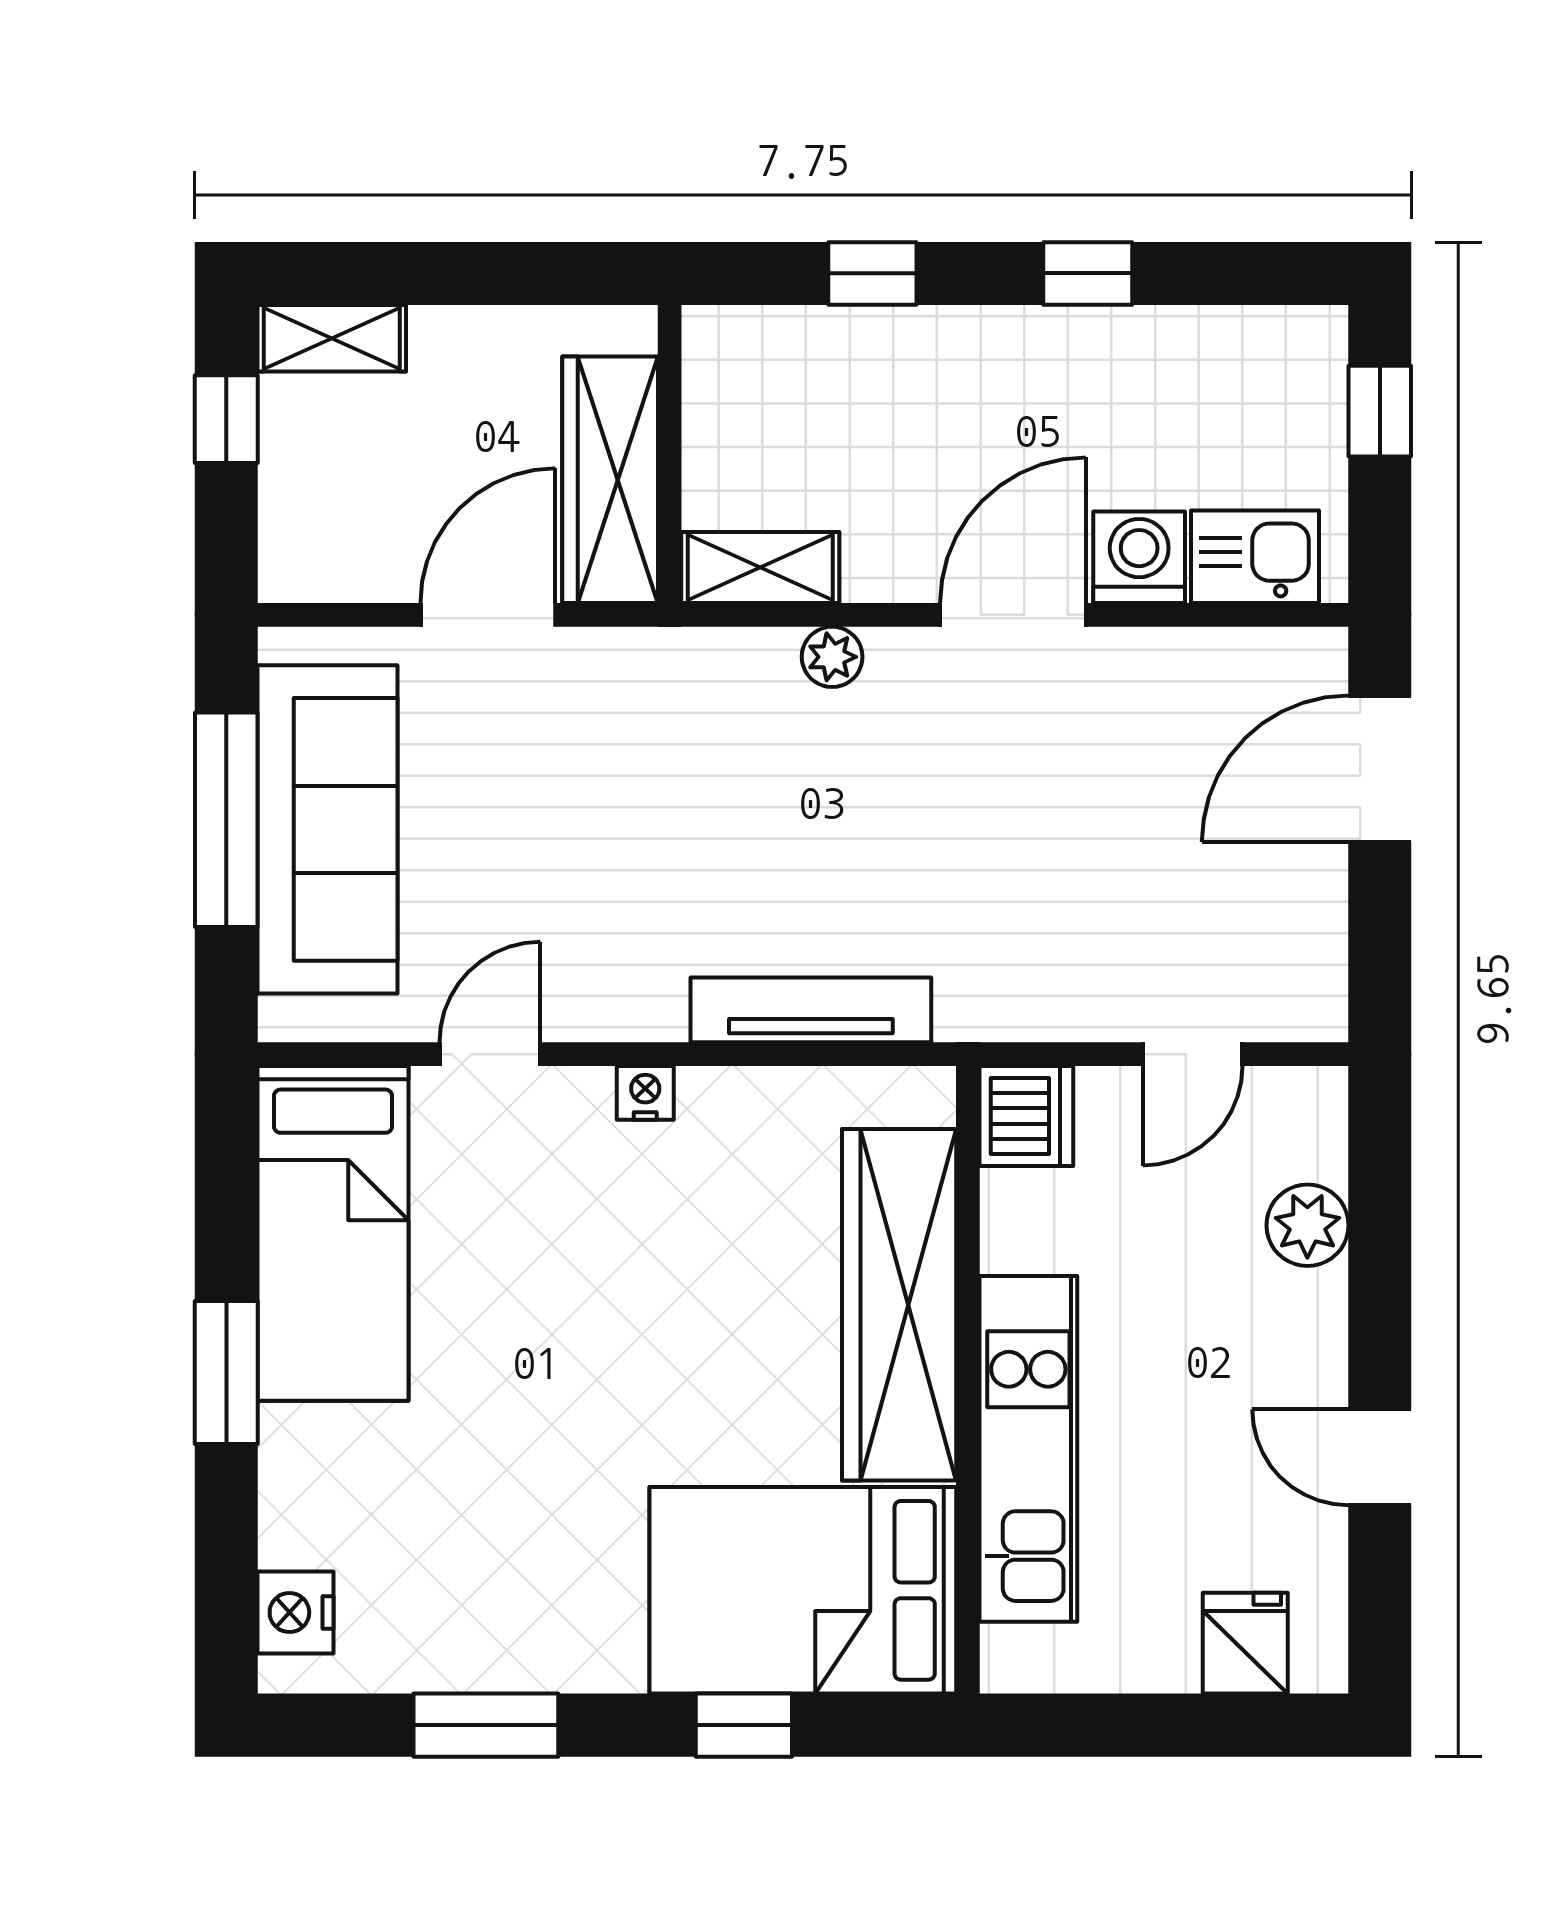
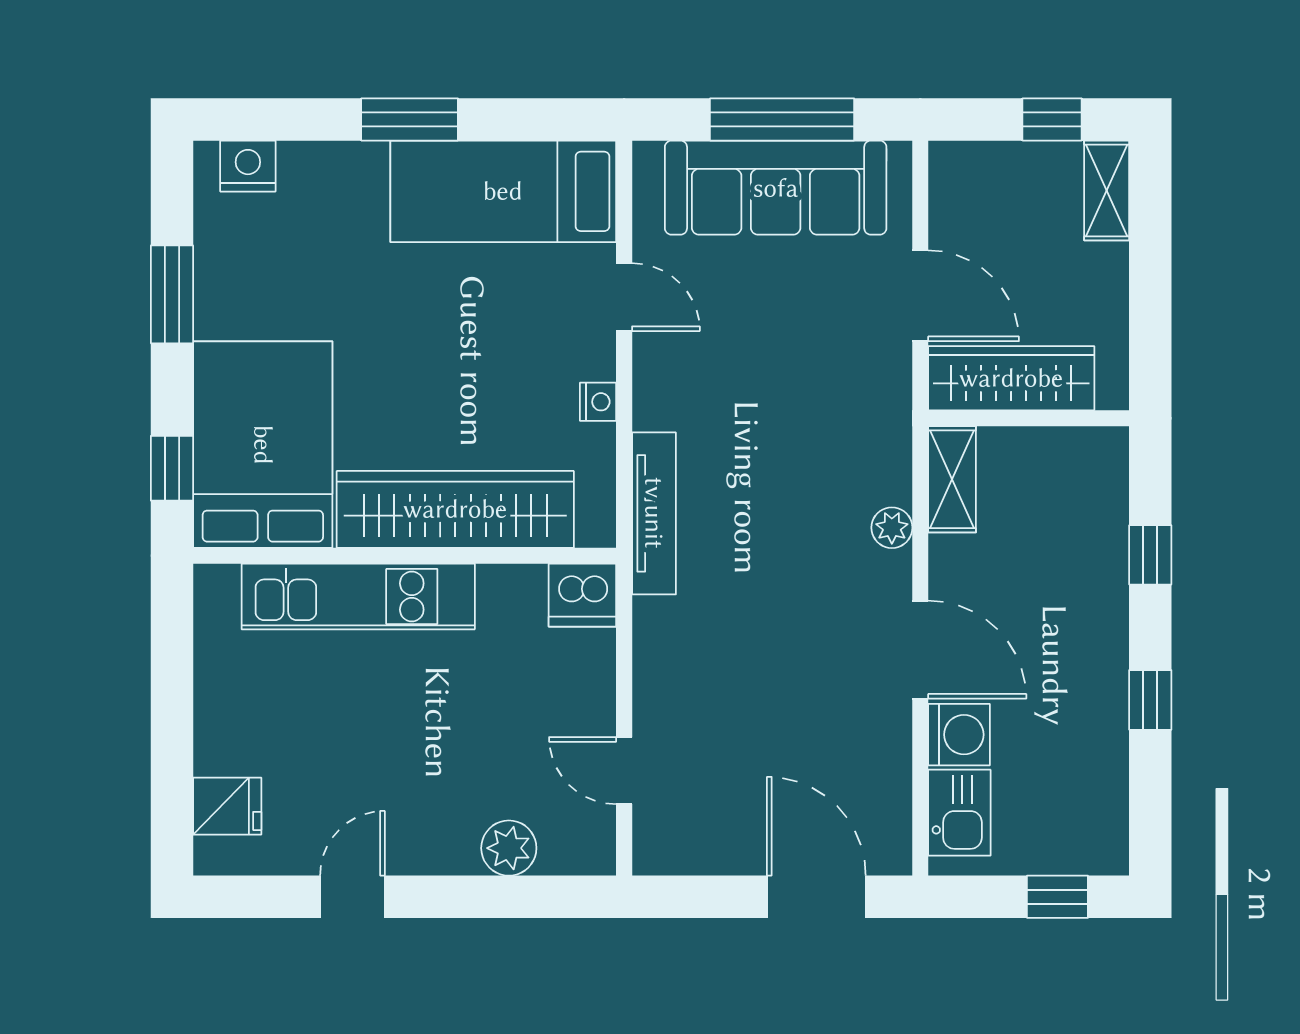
dishwasher: (1026, 1116) -> (582, 595), moved
wardrobe: (899, 1305) -> (455, 509), moved
wall: (968, 1380) -> (405, 556), moved
kitchen unit: (1028, 1449) -> (358, 596), moved
bed: (803, 1590) -> (263, 445), moved

